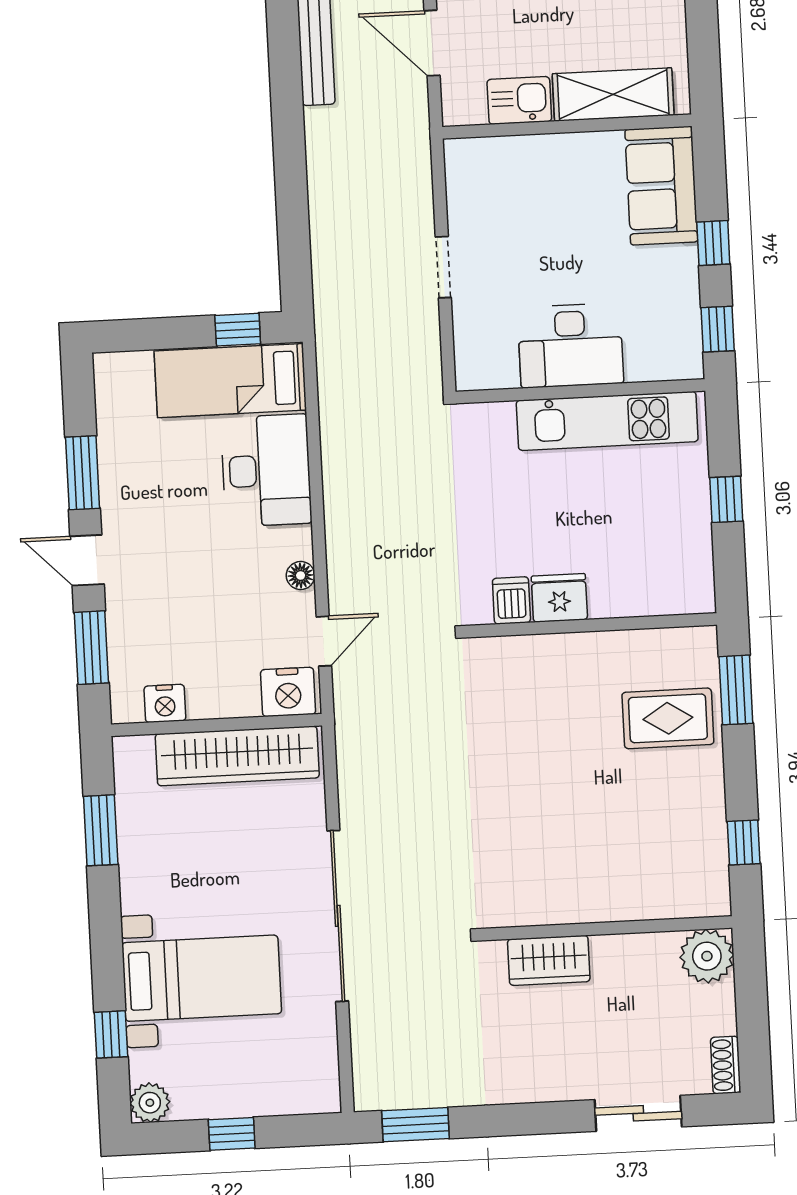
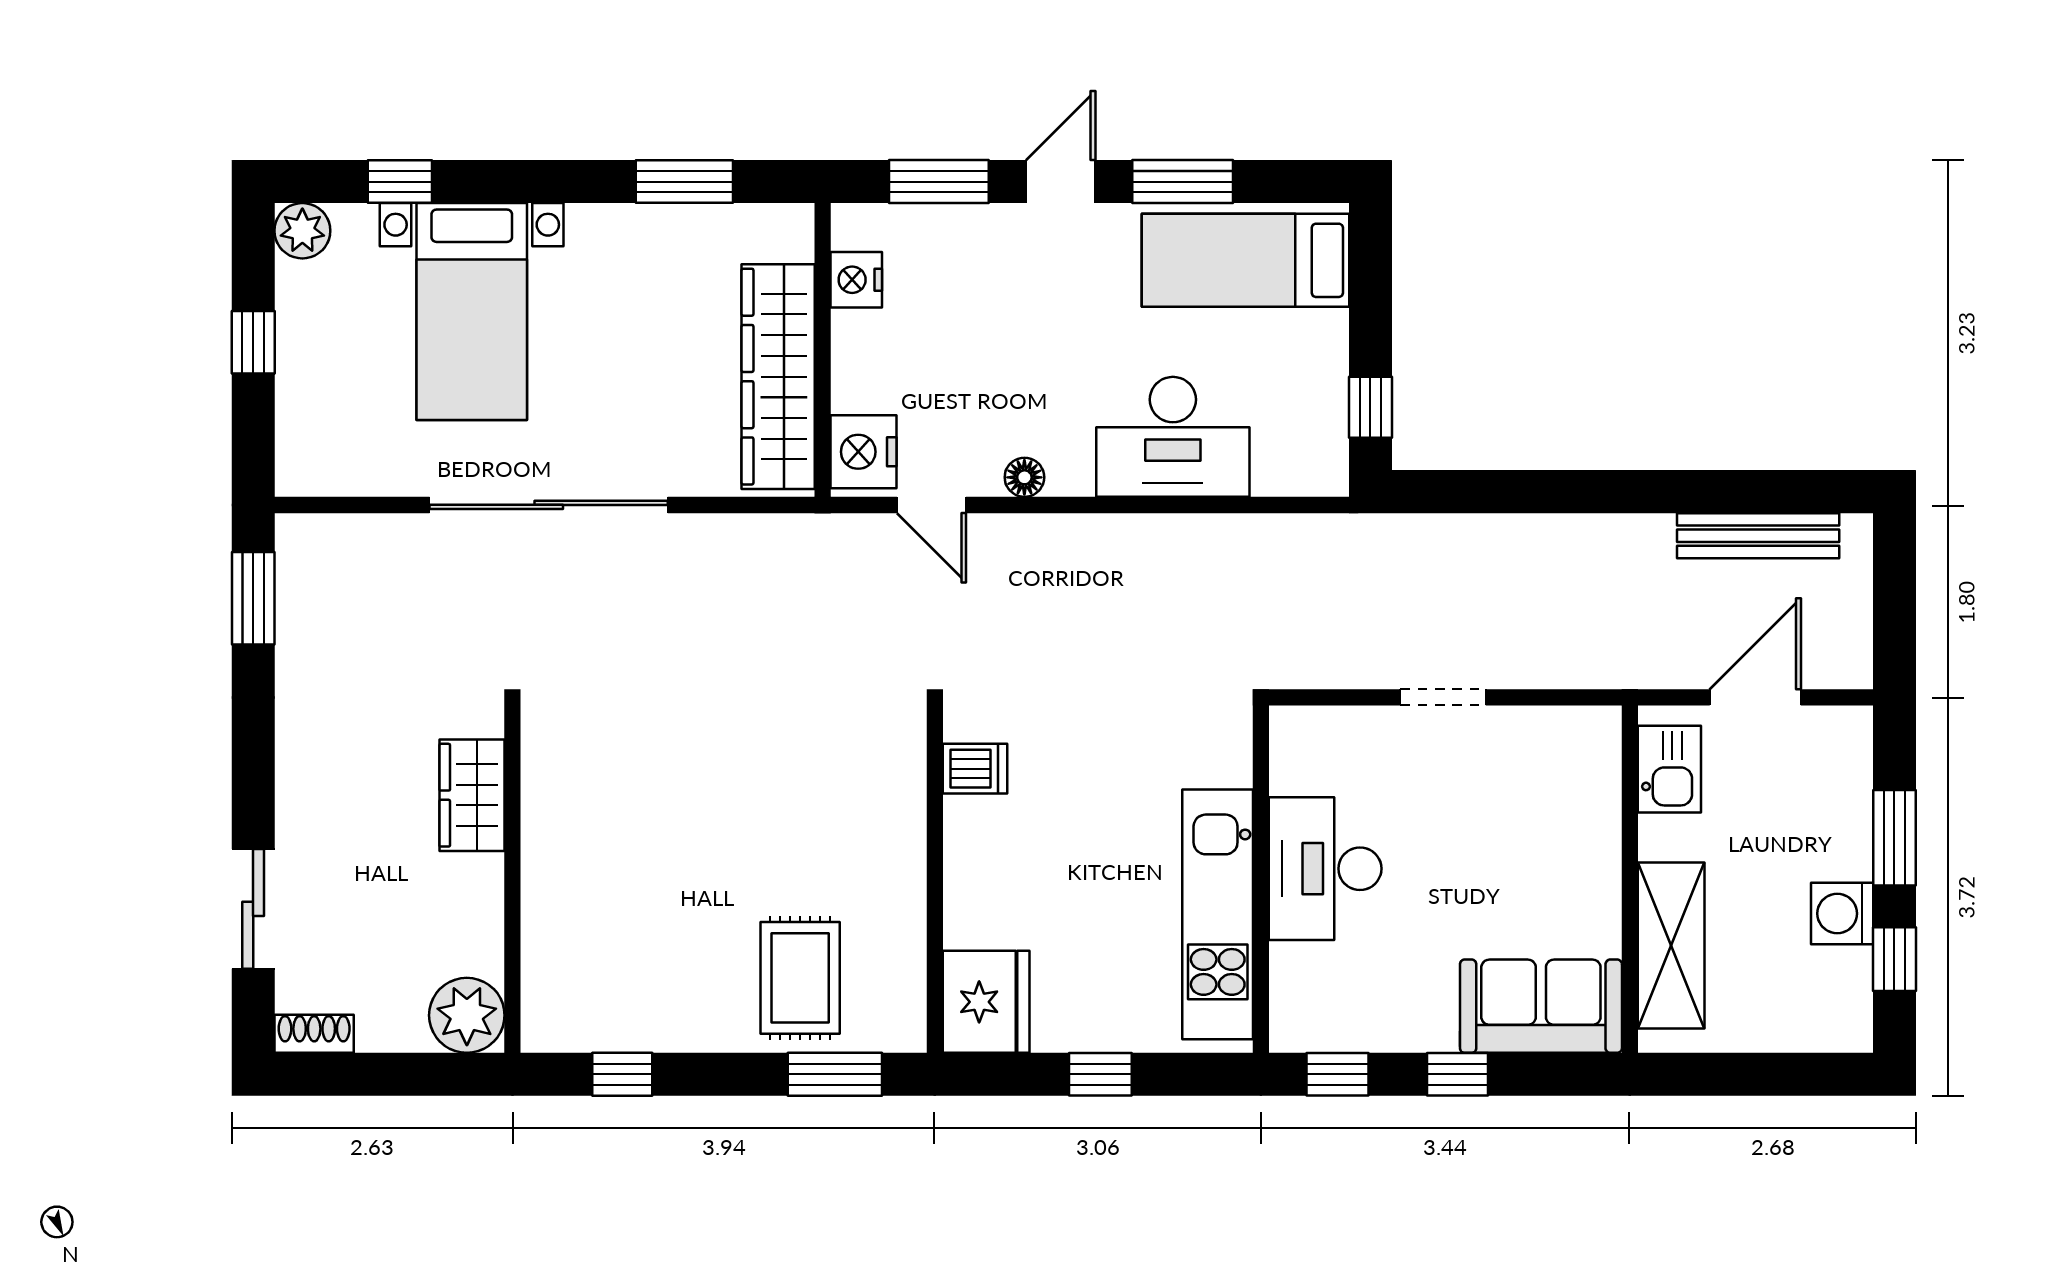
kitchen sink: (519, 100) -> (1669, 769), moved
bed: (230, 381) -> (1245, 260), moved, turned -90
fridge: (559, 598) -> (986, 1002), moved, width x1.36, depth x1.34

